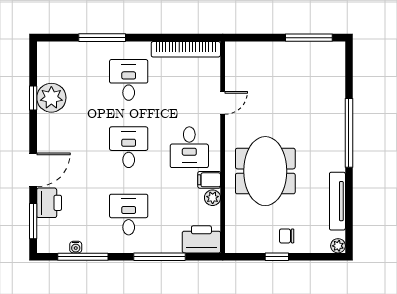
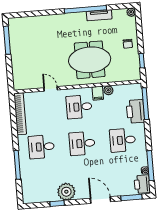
plant: (51, 98) -> (66, 192), moved
window: (349, 133) -> (85, 9), moved
desk: (189, 147) -> (79, 107), turned 180
tv unit: (337, 201) -> (99, 15), width x0.71
printer: (49, 203) -> (142, 184), moved, turned -90
printer: (201, 239) -> (135, 111), moved
window: (159, 257) -> (145, 104), moved
window: (277, 257) -> (142, 61), moved

